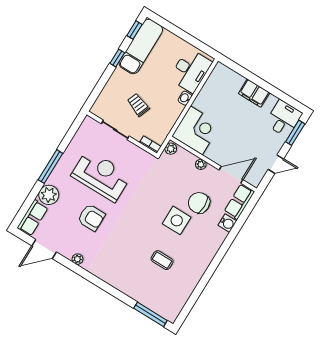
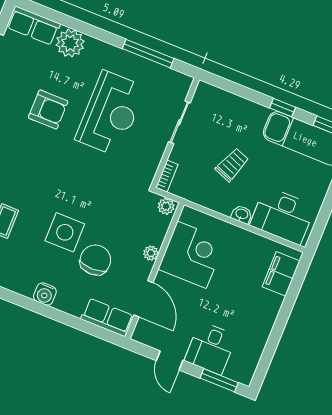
filing cabinet: (254, 93) -> (281, 274), moved
trolley: (138, 105) -> (232, 165), moved
desk: (284, 119) -> (211, 348), moved, turned 90
corner desk: (196, 130) -> (192, 255), moved, turned -90
window: (50, 167) -> (148, 54), moved
armchair: (91, 218) -> (48, 110), turned -90
water cooler: (227, 223) -> (45, 294), moved

